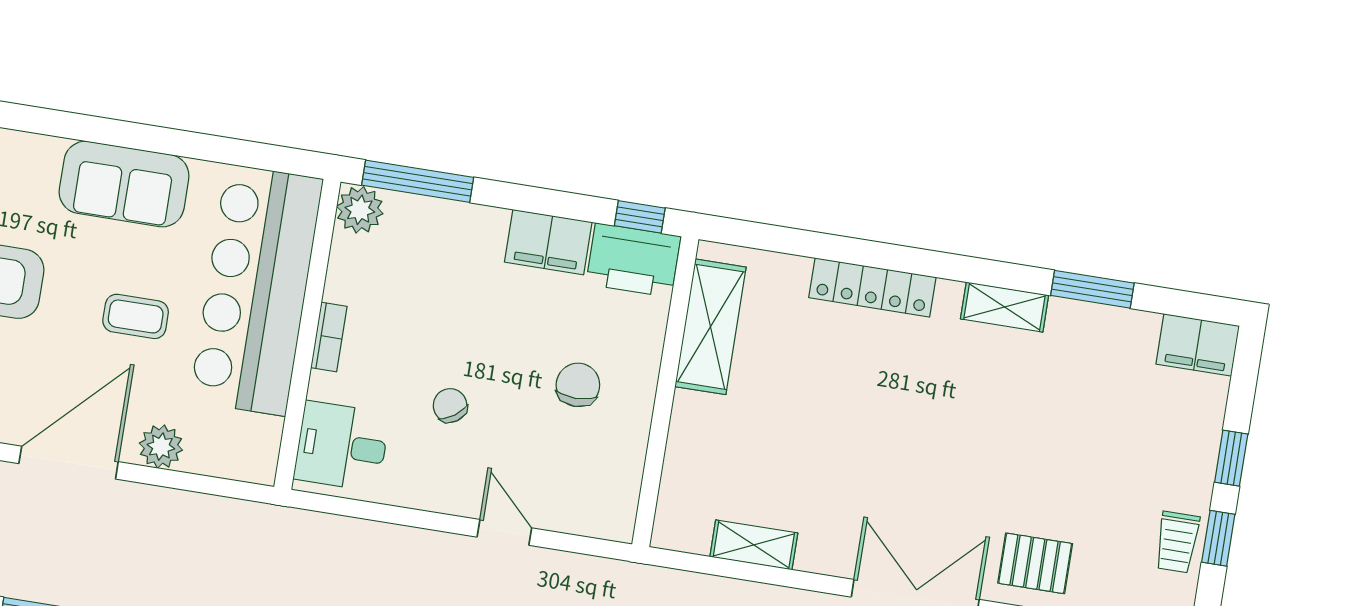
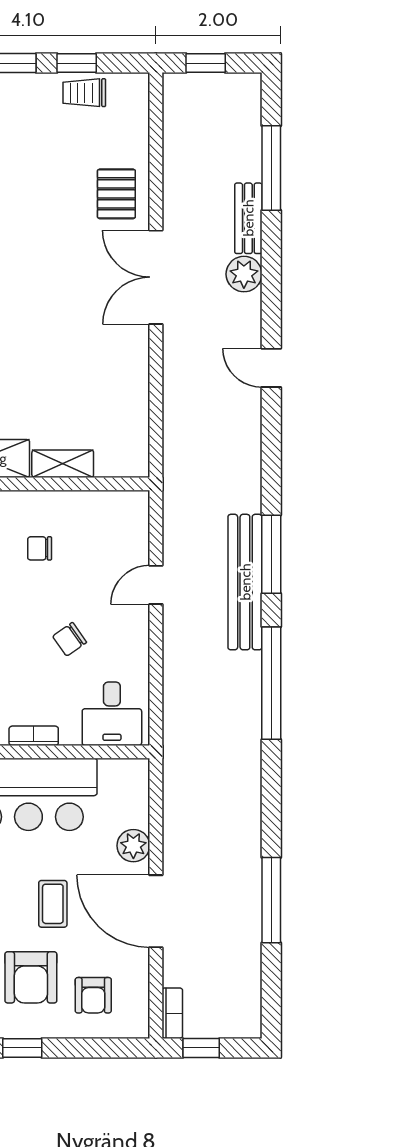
coffee table: (136, 316) -> (53, 904), moved
chair: (578, 385) -> (40, 548), width x0.73, depth x0.73
trolley: (1177, 542) -> (84, 93), turned 180
shelving: (754, 545) -> (63, 464), moved, turned 90

